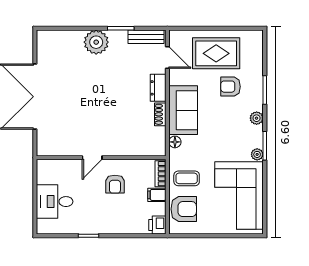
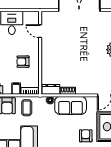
dresser: (158, 88) -> (51, 89), moved
door: (92, 158) -> (40, 31), moved

